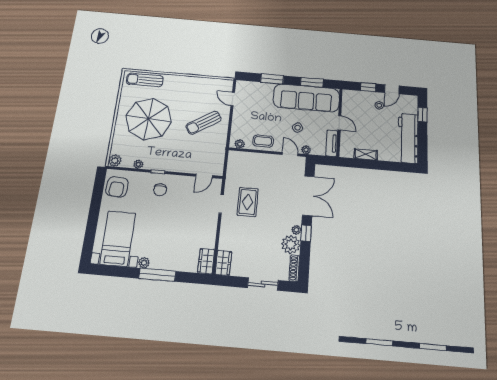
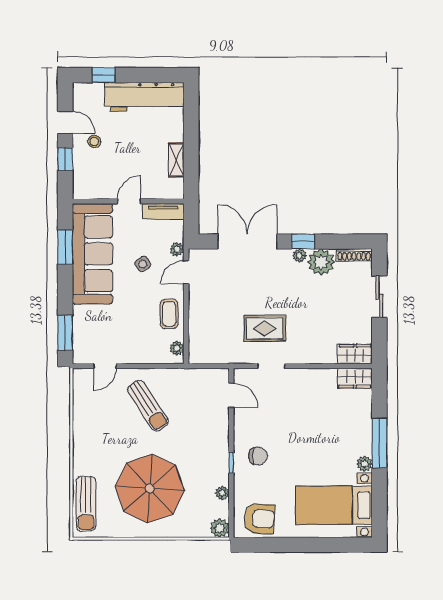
window: (272, 79) -> (65, 333), moved

